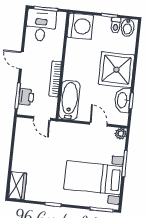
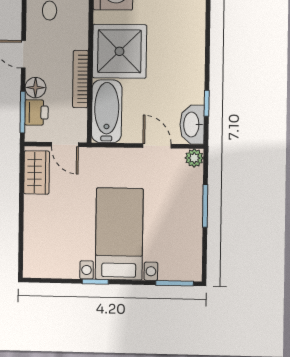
shower: (116, 70) -> (119, 51), moved
floor lamp: (27, 82) -> (35, 88), added
washbasin: (123, 100) -> (192, 125), moved
bed with nightstands: (93, 178) -> (119, 234), moved, turned 90
wardrobe: (17, 186) -> (37, 172), moved

